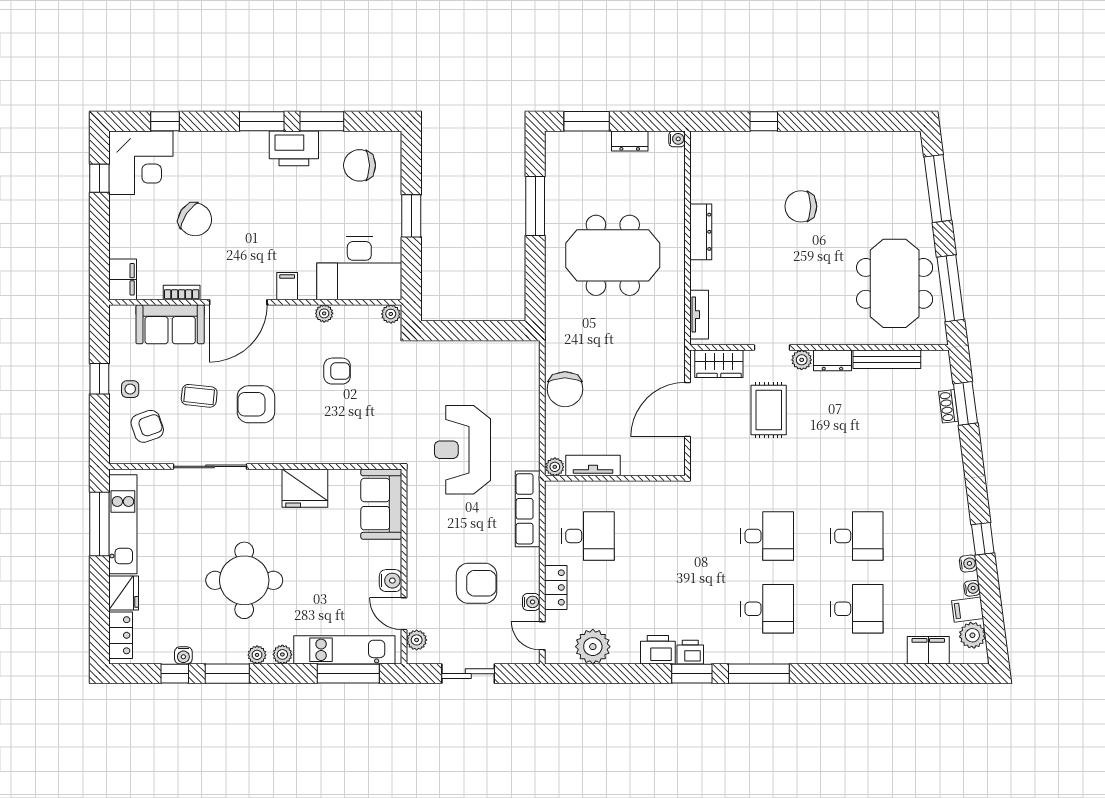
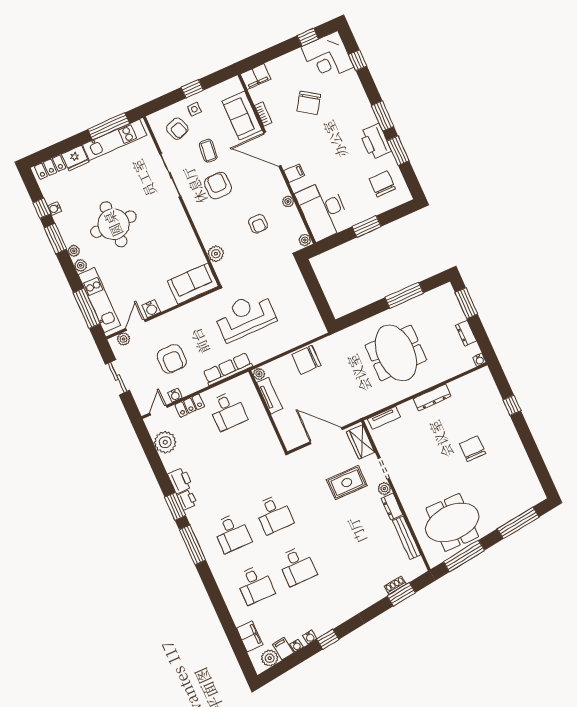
plant: (353, 451) -> (216, 254), added
fridge: (305, 488) -> (182, 235), removed

